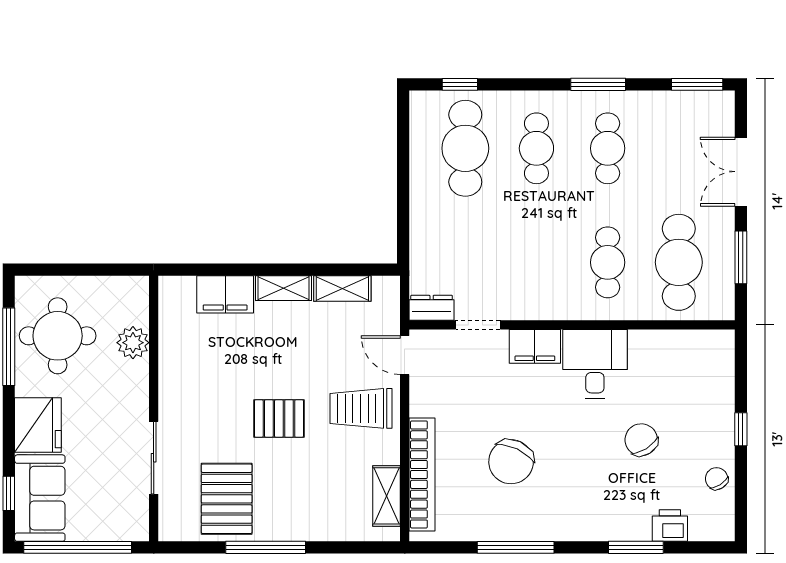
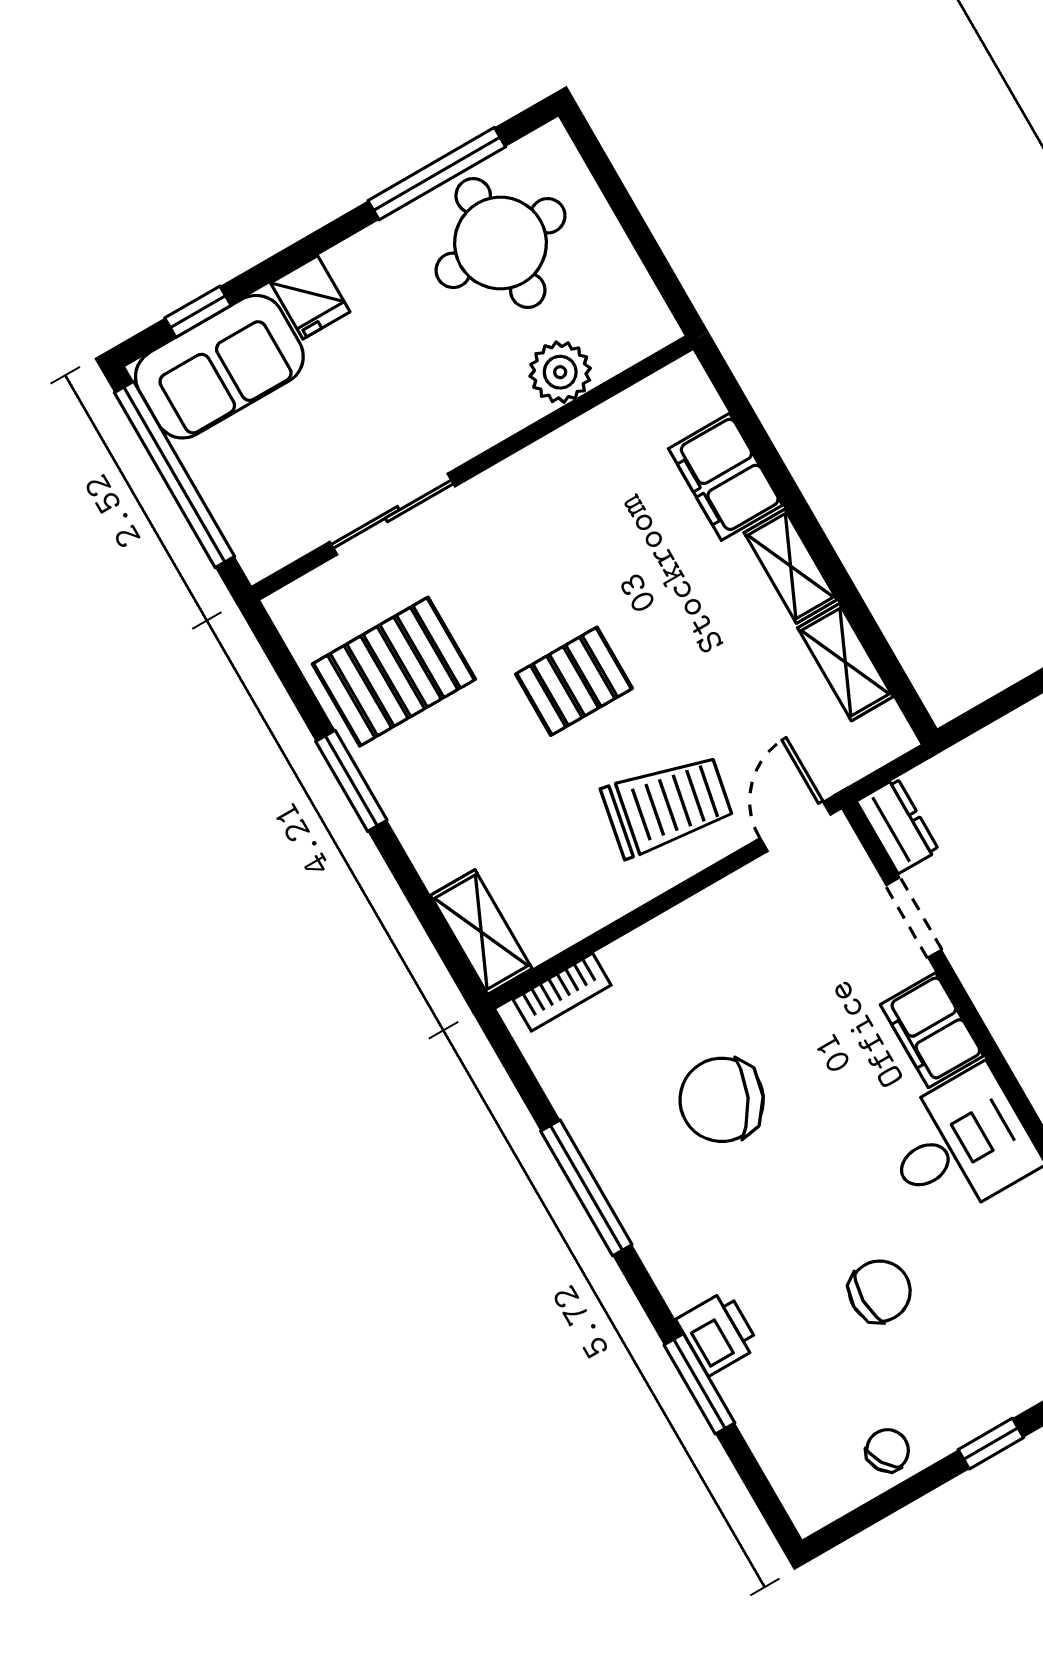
trolley: (361, 408) -> (667, 805), turned 101
pallet: (279, 418) -> (574, 681), turned 90
fridge: (38, 425) -> (310, 297), width x0.53, depth x0.75
chair: (641, 440) -> (880, 1291), turned 32
bookcase: (422, 474) -> (562, 992), width x0.43, depth x0.76
shelving: (387, 496) -> (481, 932), moved, turned 90
printer: (670, 526) -> (718, 1333), moved
window: (266, 547) -> (351, 781), width x0.69

